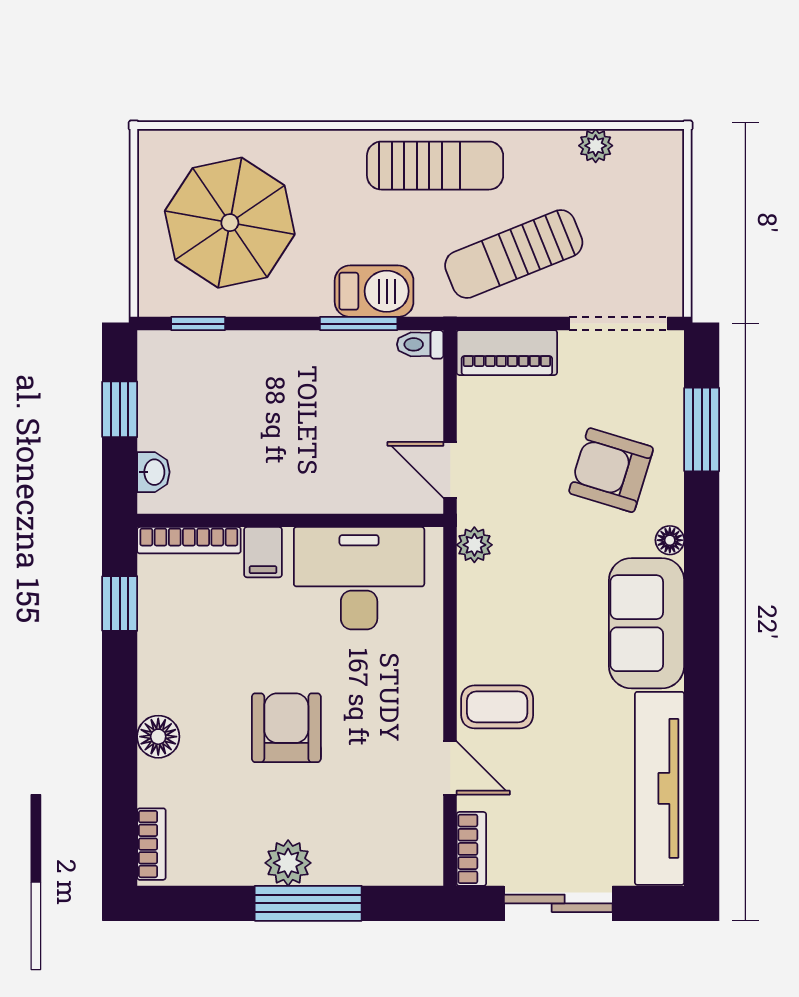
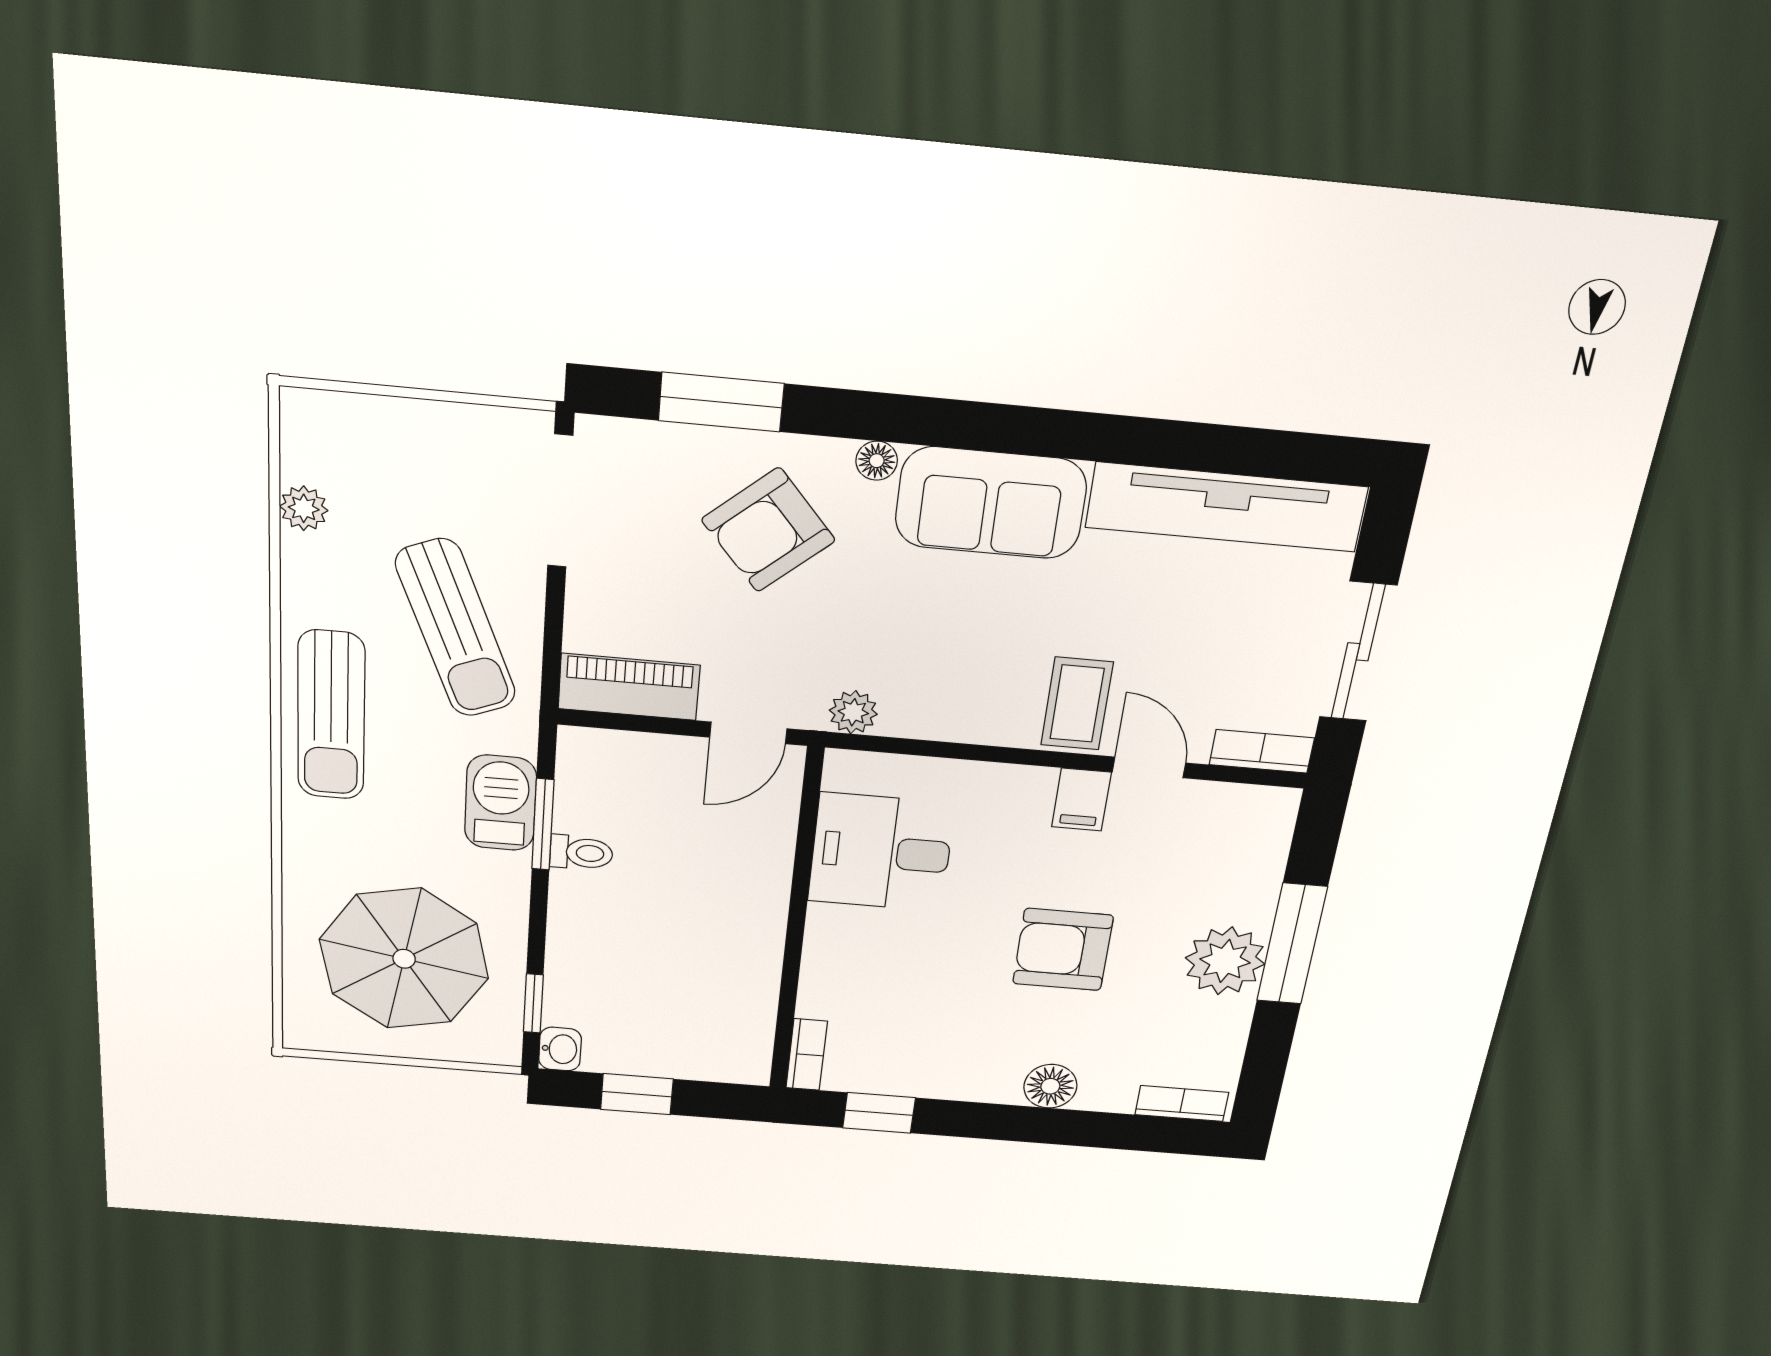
sun lounger: (435, 166) -> (331, 715), turned 180
toilet: (420, 344) -> (581, 853), moved, turned -90
piano: (507, 353) -> (629, 687), moved, turned -90
armchair: (611, 470) -> (768, 530), turned 32
washbasin: (153, 472) -> (560, 1049), moved, turned 90
bookcase: (189, 540) -> (807, 1055), width x0.64
filing cabinet: (263, 552) -> (1081, 800), moved, turned 90
desk: (359, 578) -> (881, 852), width x0.73
door: (450, 768) -> (1149, 767), hinge flipped
plant: (288, 863) -> (1225, 961), width x1.36, depth x1.36

